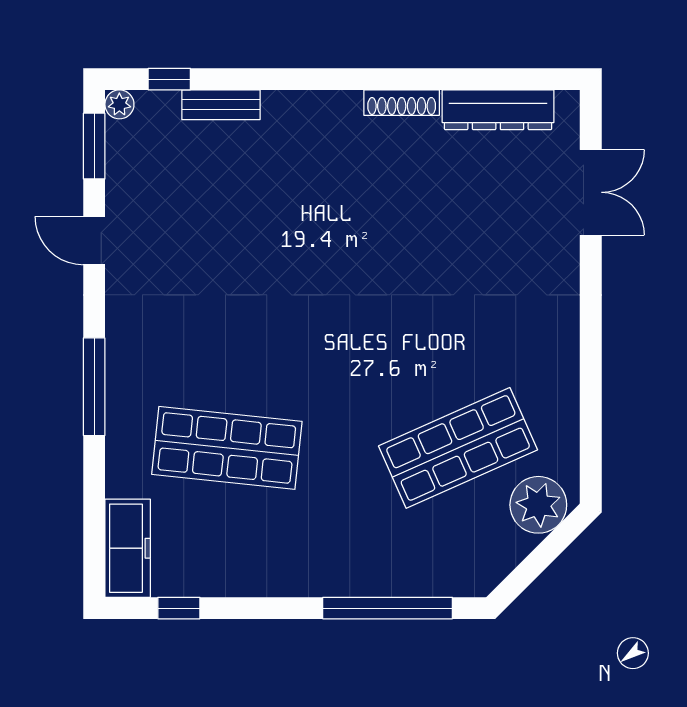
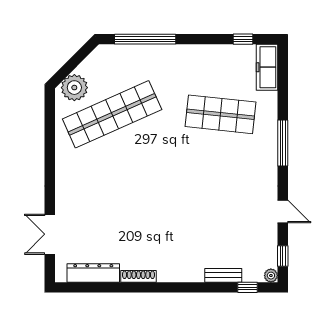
window: (94, 146) -> (283, 256), width x0.67
shop shelf: (458, 448) -> (112, 114), width x1.40

